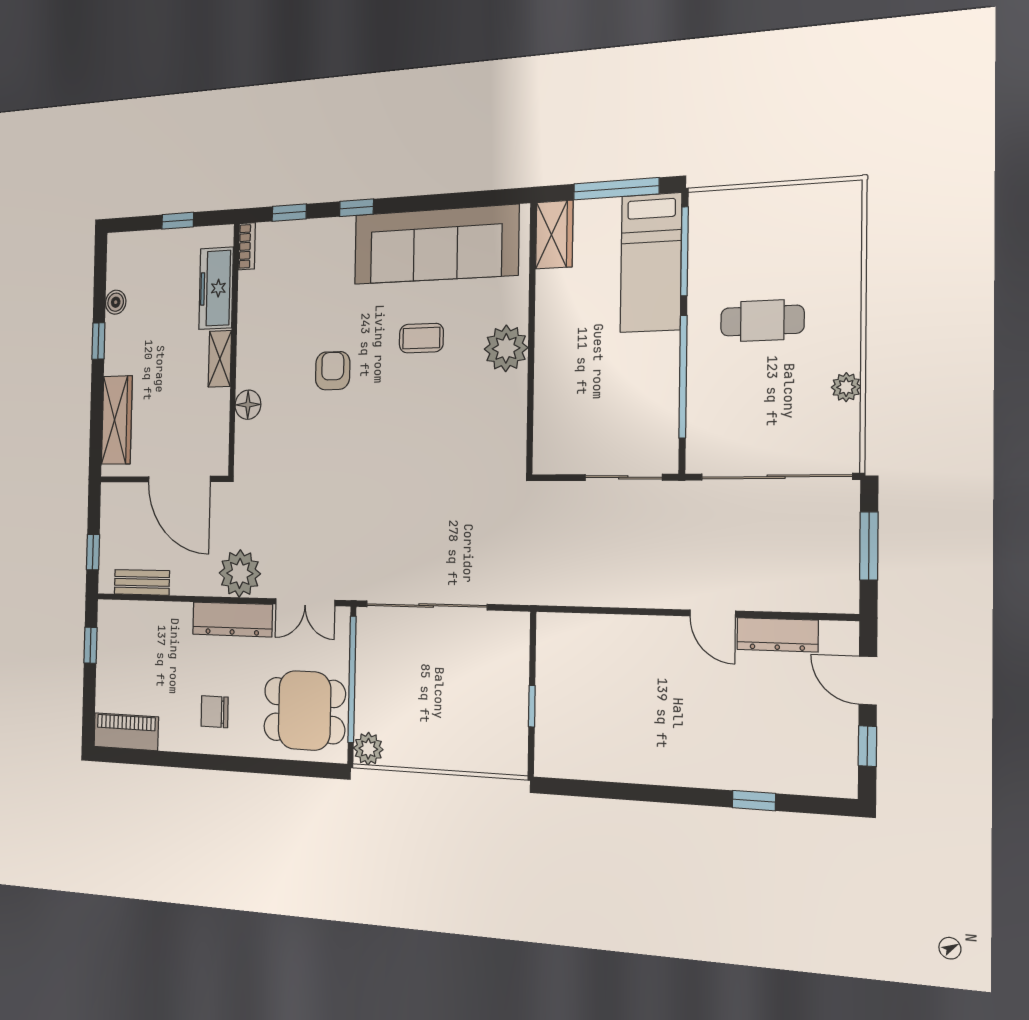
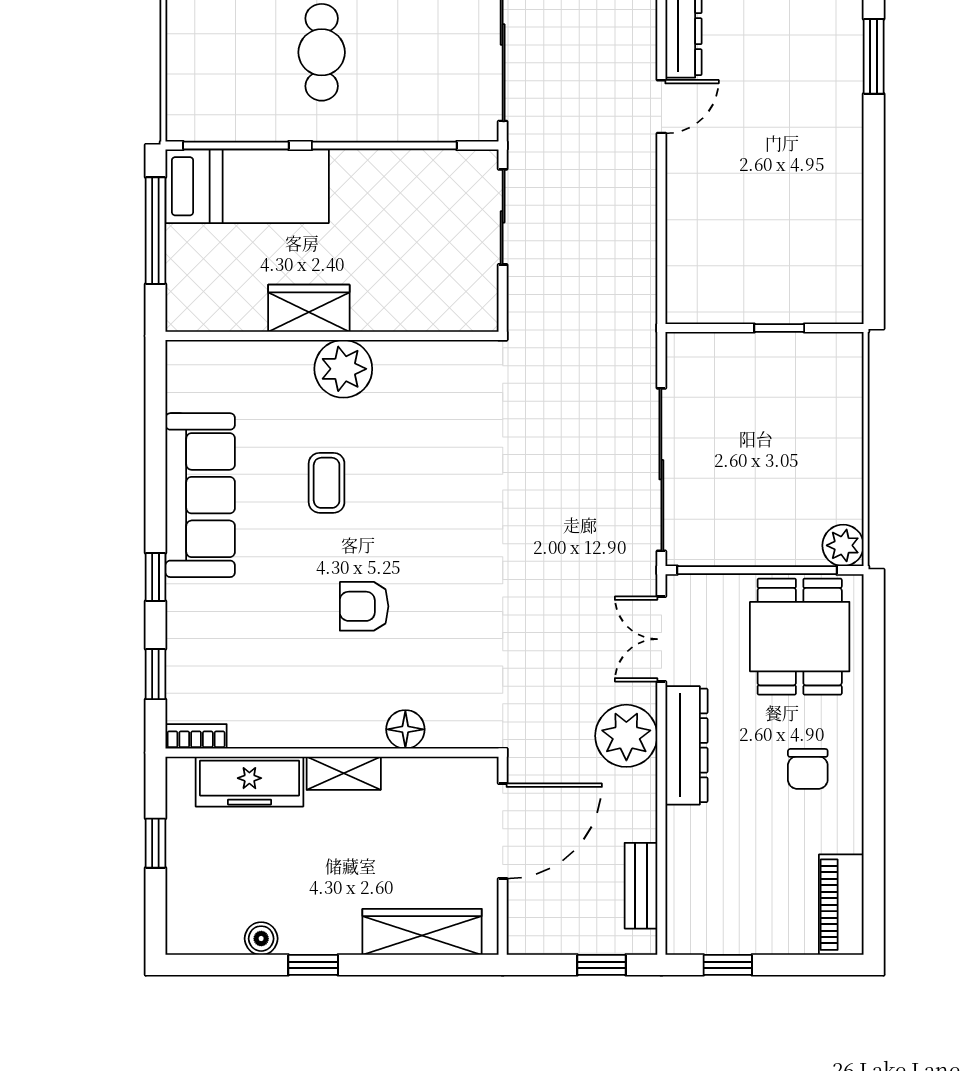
wardrobe: (554, 235) -> (309, 308), moved
sofa: (436, 245) -> (200, 495), width x0.74, depth x0.79
double door: (305, 602) -> (661, 639), swing flipped
window: (754, 801) -> (874, 56), width x1.50

